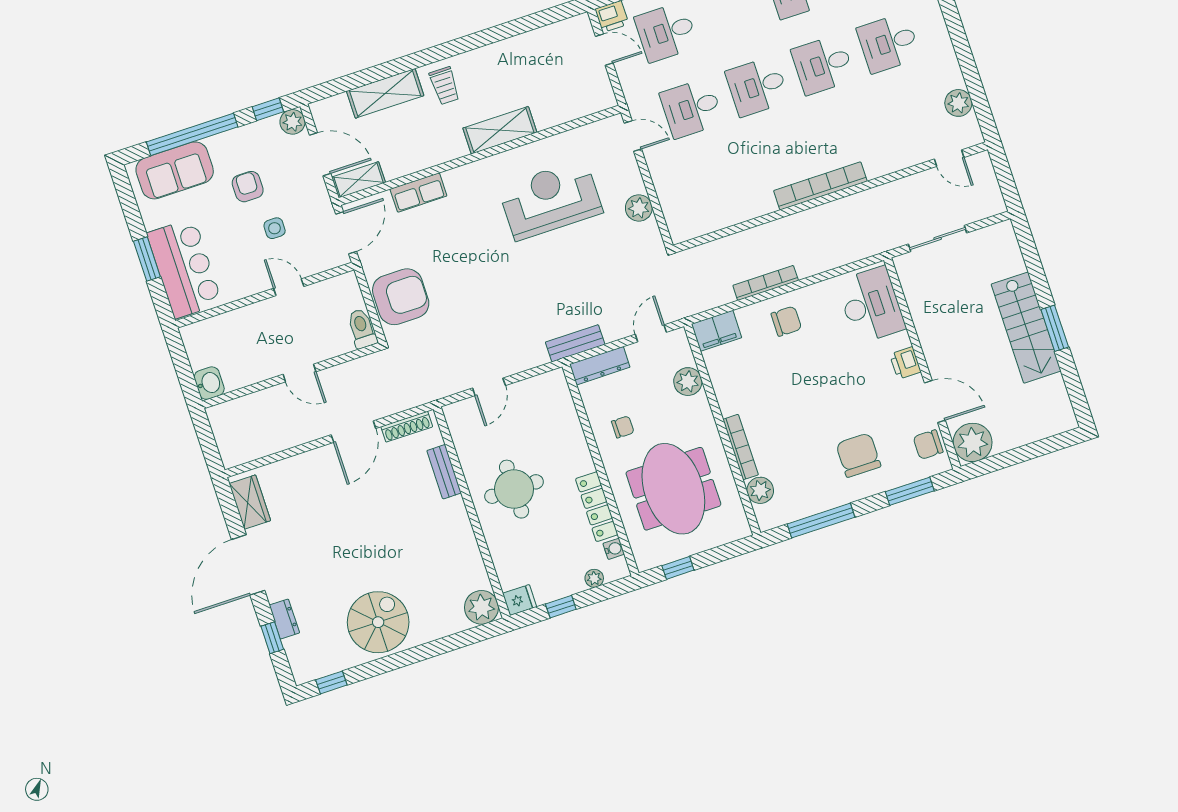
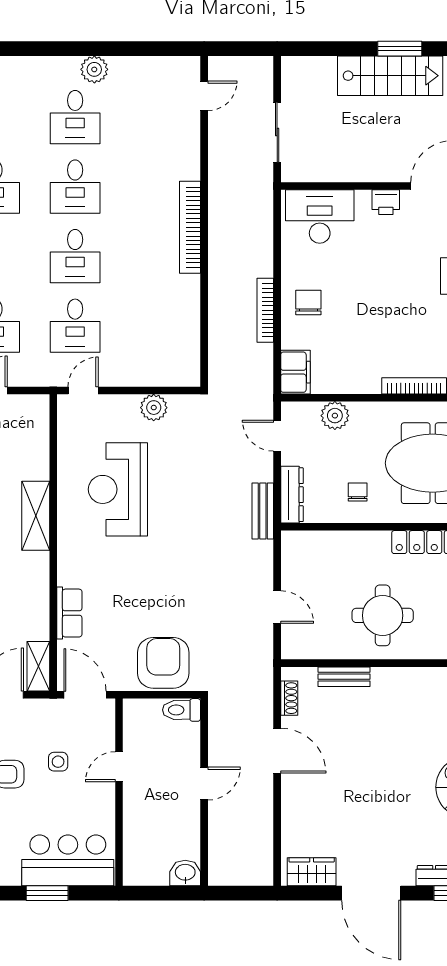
plant: (958, 103) -> (94, 69), moved
shoe rack: (407, 427) -> (289, 698), width x0.70

